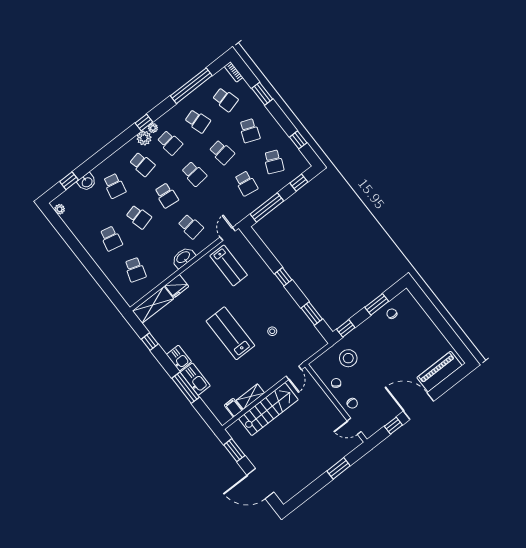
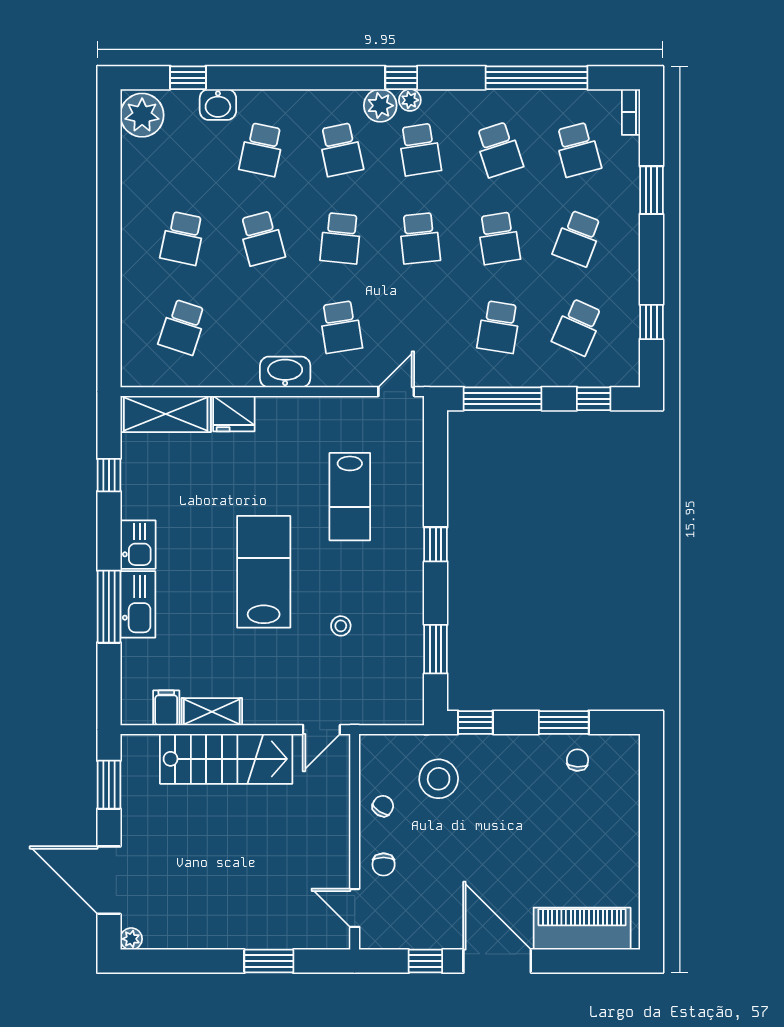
plant: (60, 209) -> (142, 115), width x1.88, depth x1.88
lab bench: (229, 265) -> (350, 497), moved
plant: (284, 498) -> (131, 939), added

